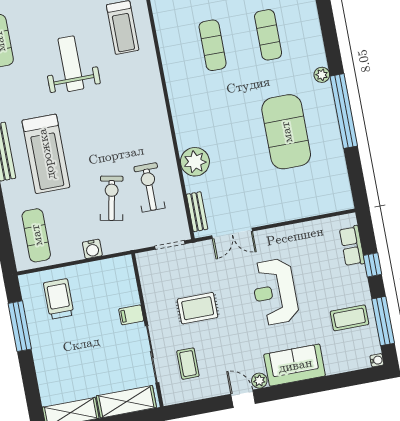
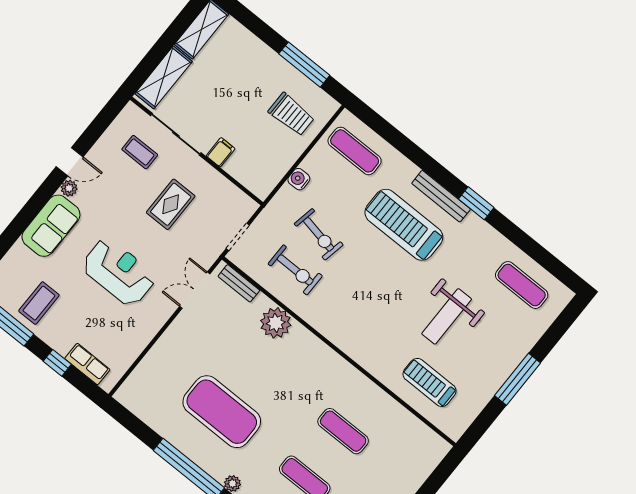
weight bench: (71, 64) -> (447, 316), turned 90

